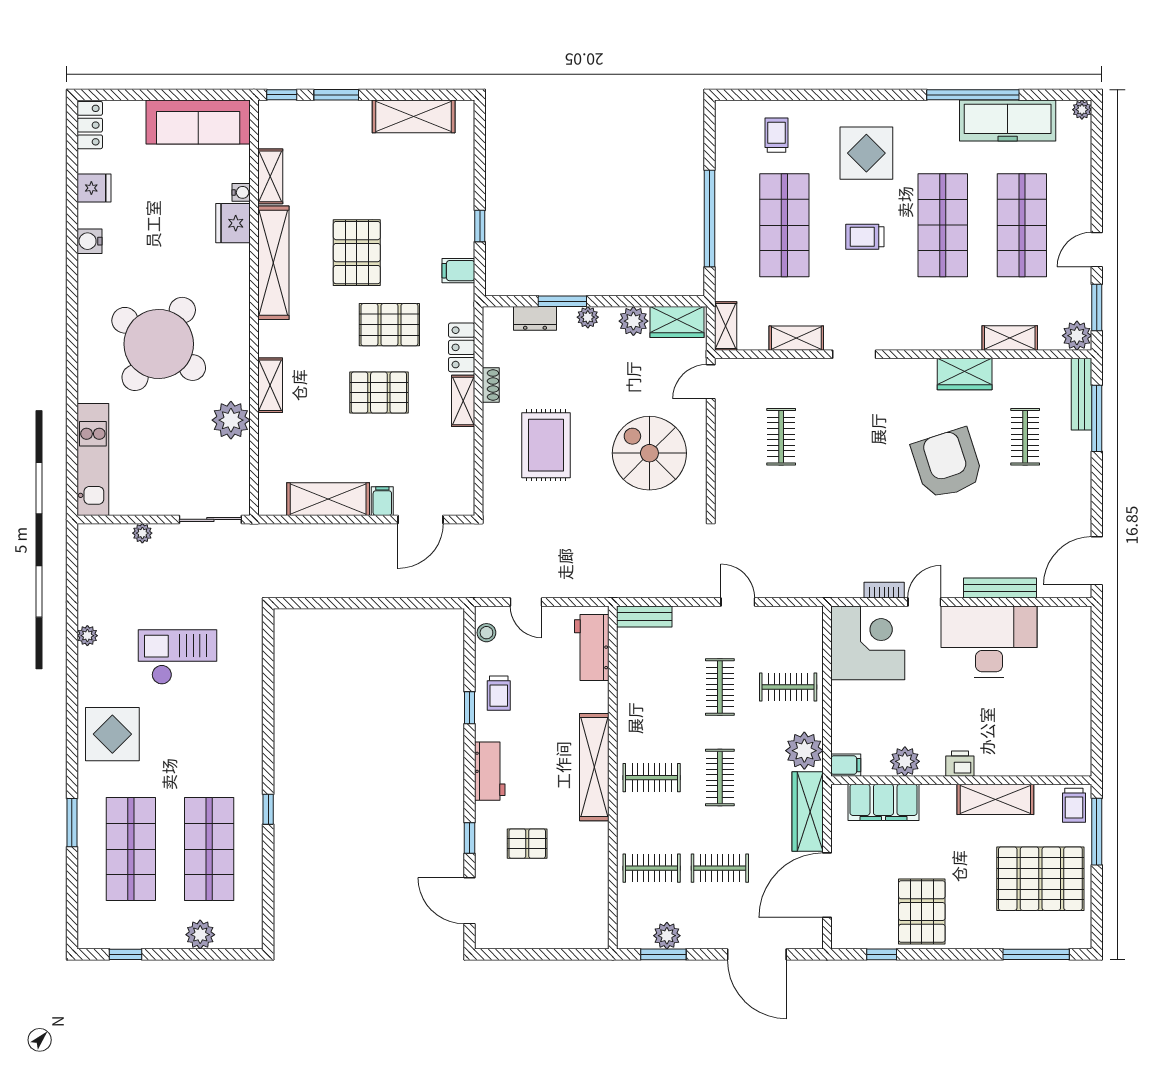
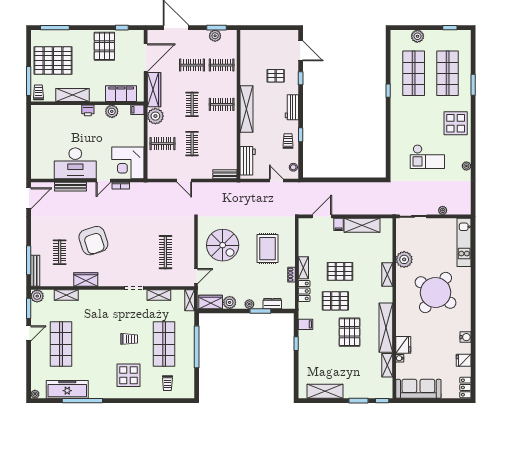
shop shelf: (943, 225) -> (95, 344), removed
clothes rail: (781, 437) -> (165, 252), width x1.36

